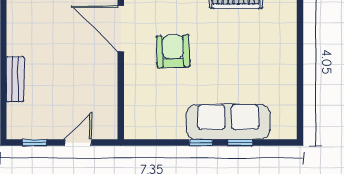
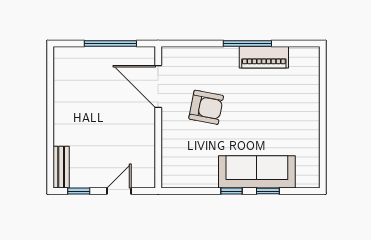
armchair: (173, 51) -> (206, 107), turned 103
bench: (15, 79) -> (61, 167), moved

